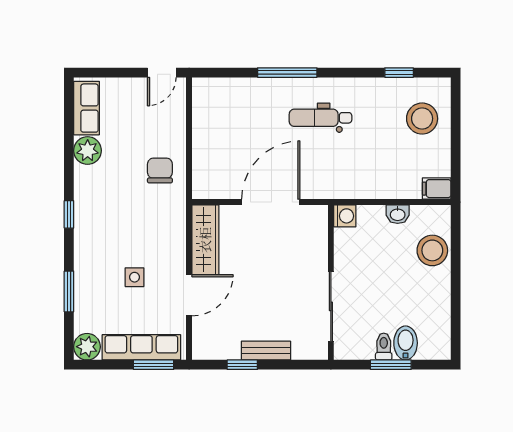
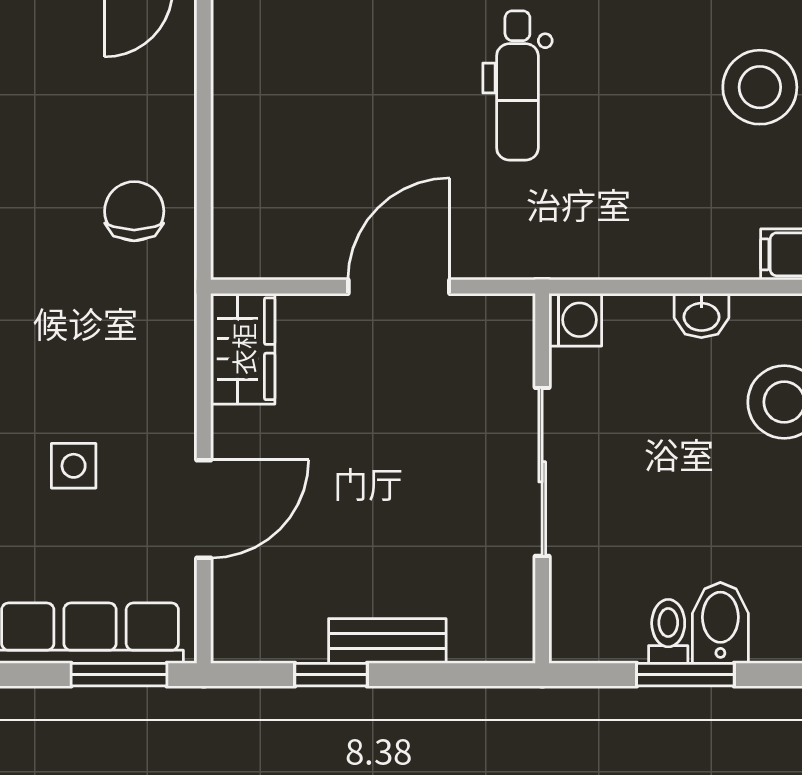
dental chair: (321, 118) -> (517, 85), turned -90
door: (271, 202) -> (399, 287), width x0.73
wardrobe: (205, 240) -> (243, 349), width x0.67
sliding door: (331, 306) -> (542, 472), moved

